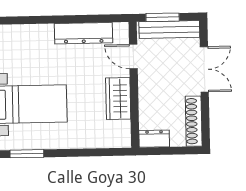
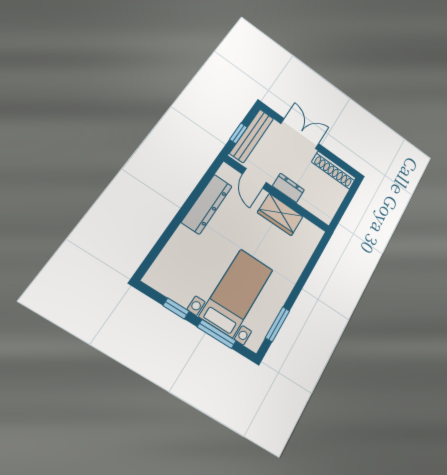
window: (163, 17) -> (238, 133), width x0.67
door: (133, 56) -> (254, 178), hinge flipped
dresser: (154, 139) -> (288, 188), moved, turned 90

